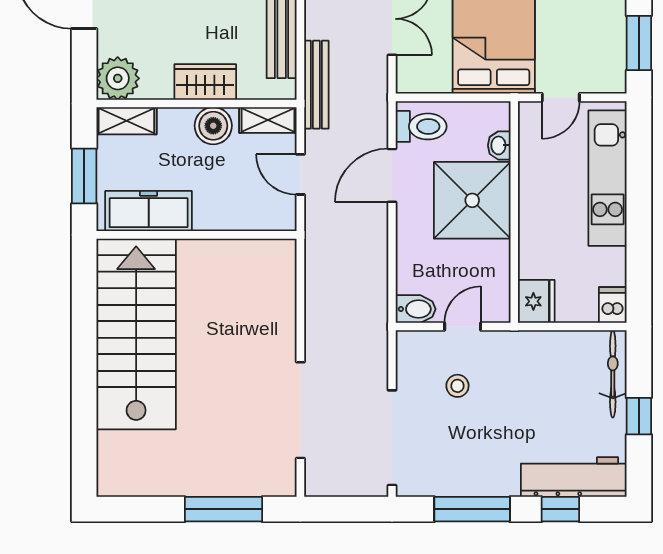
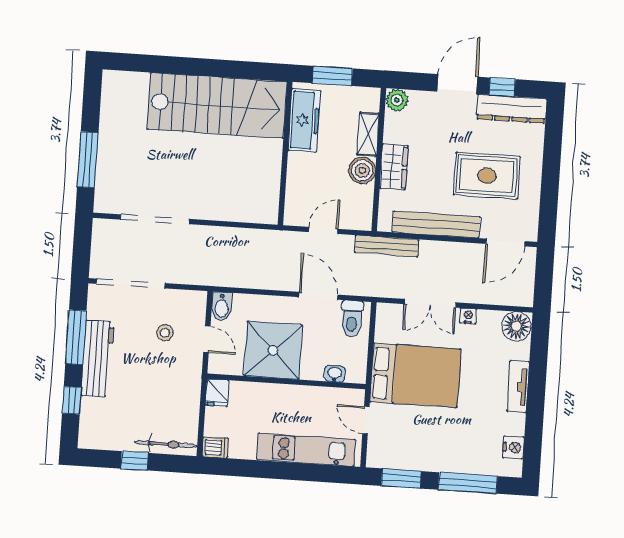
plant: (118, 78) -> (397, 100), width x0.73, depth x0.73
shelving: (268, 120) -> (364, 210), removed
shelving: (126, 121) -> (368, 134), moved
shower: (472, 200) -> (273, 350), moved
fridge: (536, 301) -> (217, 393), width x0.72
workbench: (574, 477) -> (98, 359), moved

